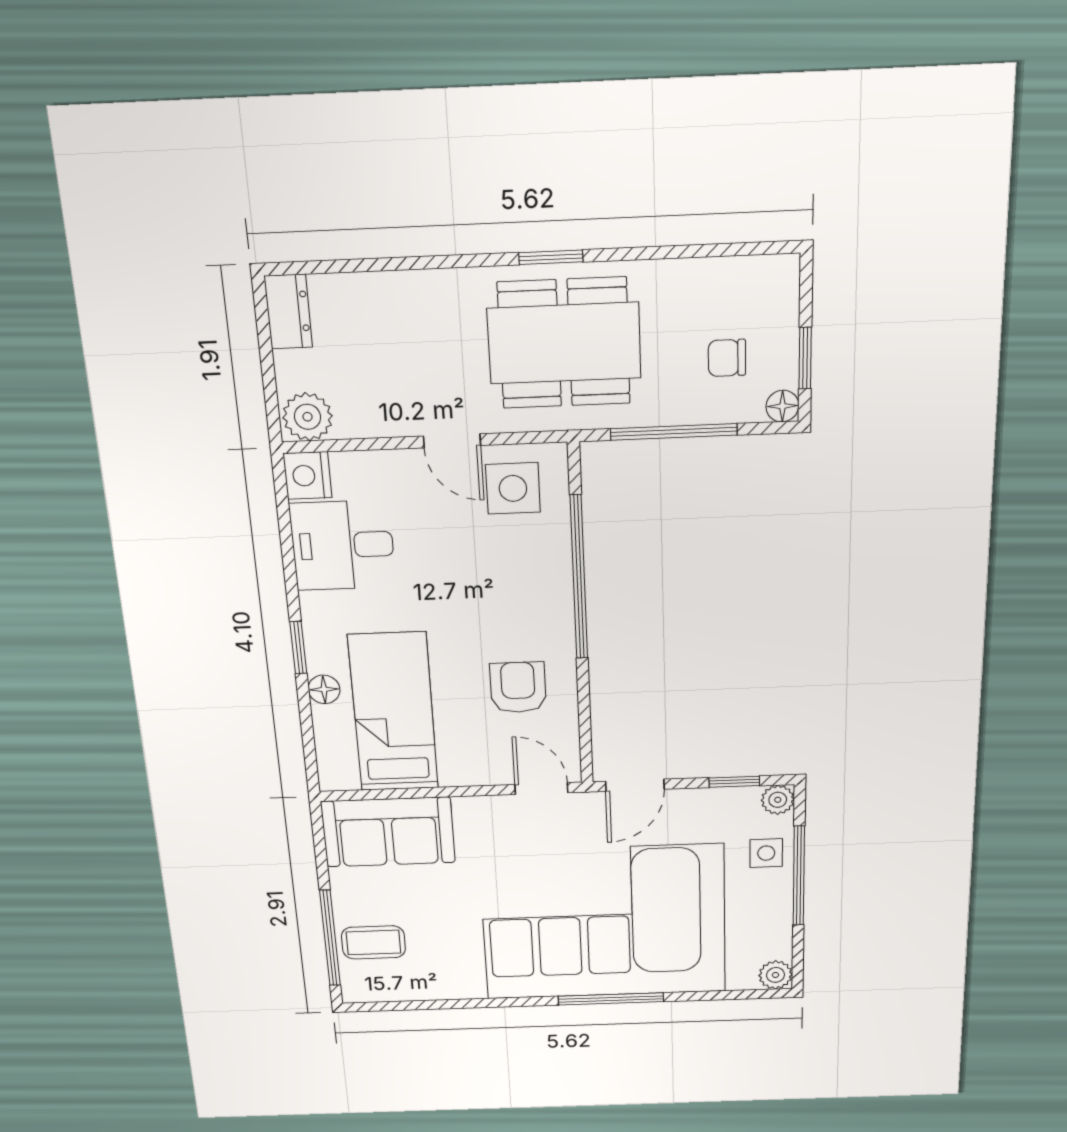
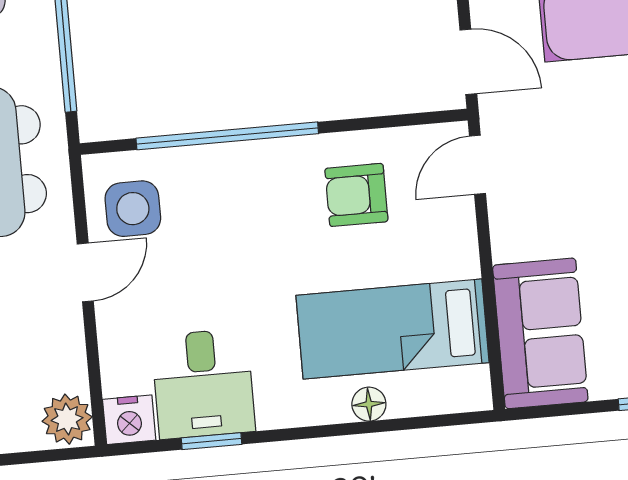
window: (298, 648) -> (212, 441), moved

